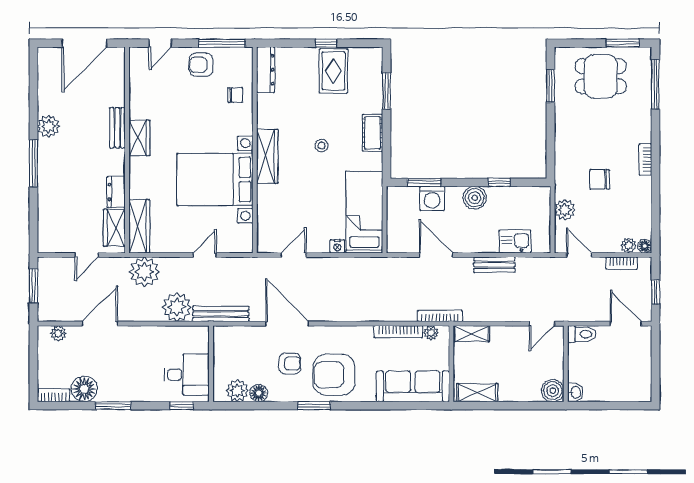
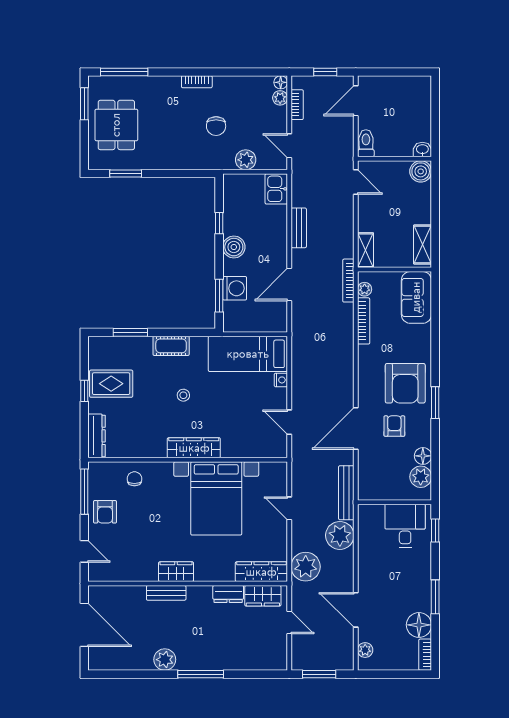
dresser: (266, 70) -> (97, 436), moved, turned 90
kitchen sink: (515, 242) -> (276, 189), moved
door: (579, 255) -> (289, 146), hinge flipped
sofa: (413, 386) -> (416, 297), width x0.73

